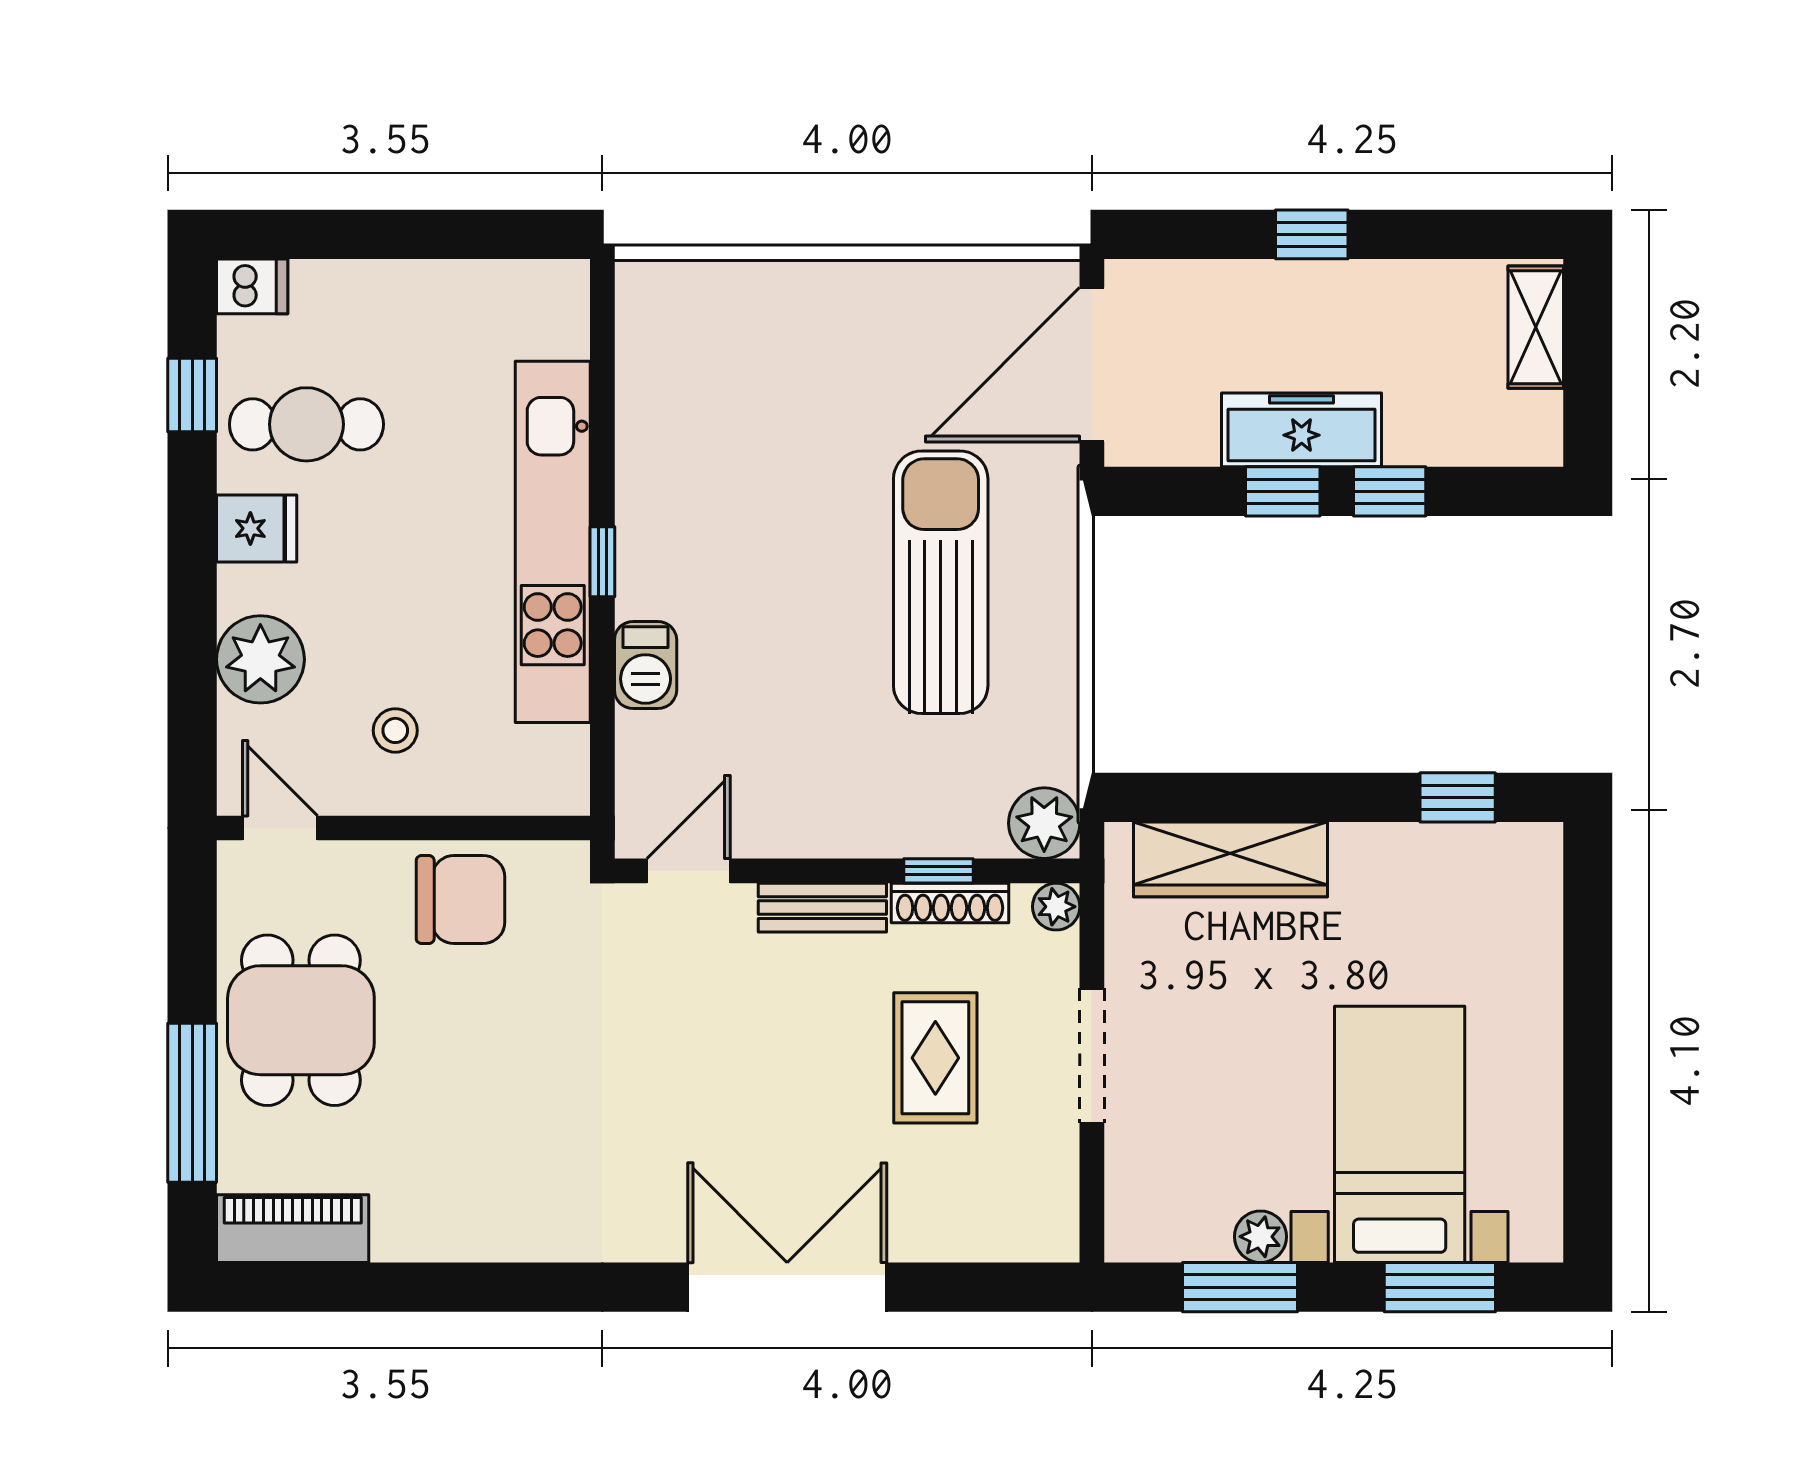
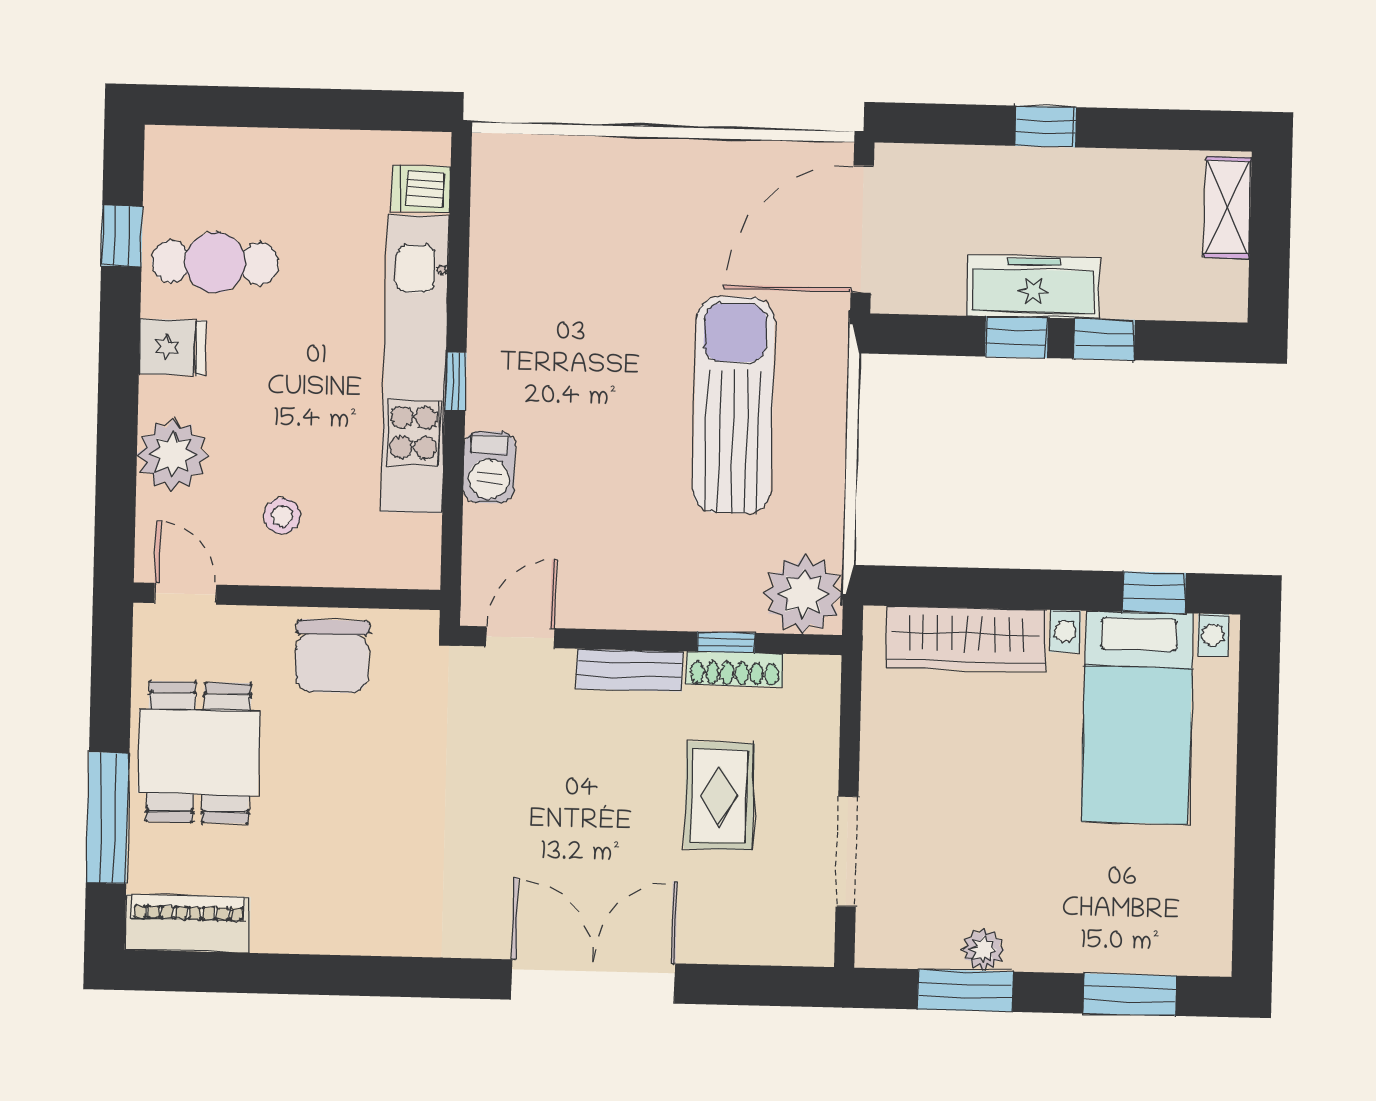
dishwasher: (252, 286) -> (421, 189), moved, turned 180
plant: (1044, 823) -> (803, 594), width x1.36, depth x1.36
chair: (461, 900) -> (332, 656), turned 90
plant: (1056, 907) -> (822, 674), removed
doorway: (1092, 1056) -> (847, 851), moved
bed with nightstands: (1400, 1134) -> (1137, 718), moved, turned 180

